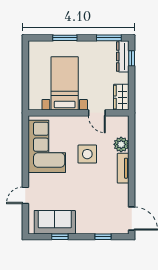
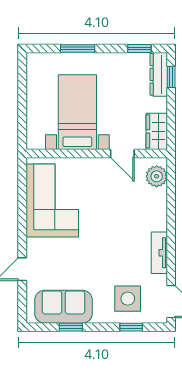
window: (109, 38) -> (139, 48), width x0.67
plant: (121, 144) -> (157, 176), moved
side table: (87, 154) -> (128, 299), moved
tv unit: (123, 168) -> (159, 253), moved

